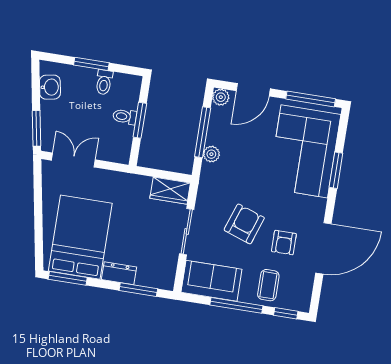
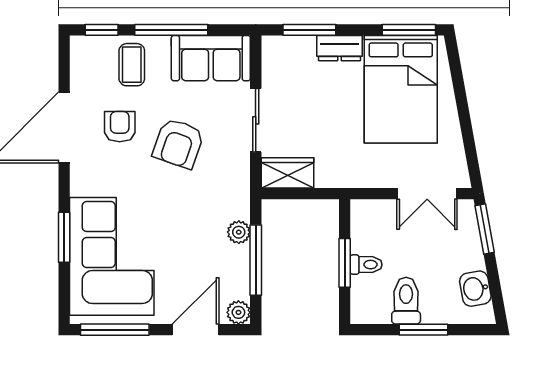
toilet: (104, 82) -> (406, 301), width x1.37, depth x1.39

